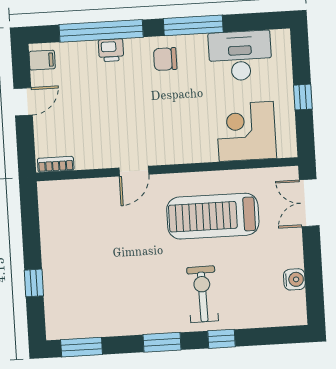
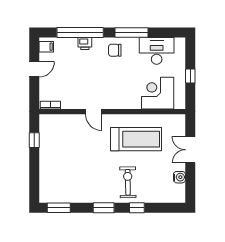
door: (134, 171) -> (94, 112), hinge flipped
double door: (309, 203) -> (190, 150), moved
treadmill: (213, 216) -> (136, 139), turned 180
window: (34, 283) -> (34, 140), moved

